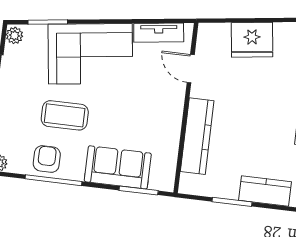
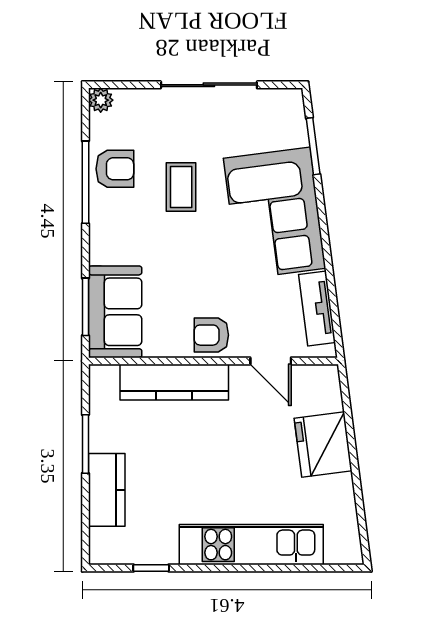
plant: (14, 35) -> (288, 100), removed
door: (191, 69) -> (271, 361), swing flipped
armchair: (168, 107) -> (211, 335), added
coffee table: (65, 115) -> (181, 187), width x0.73, depth x0.77
sofa: (118, 167) -> (115, 312), moved

